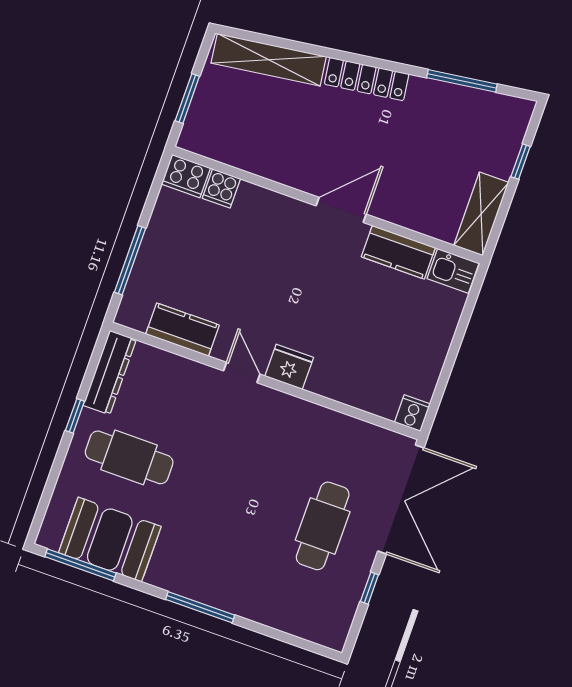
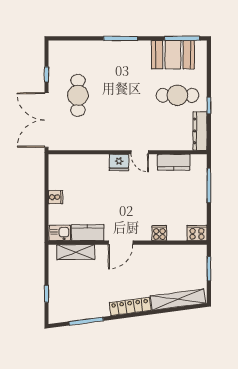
cooker: (221, 188) -> (159, 233), moved
shelving: (481, 214) -> (76, 252), moved, turned 90
cooker: (412, 413) -> (56, 197), moved, turned -90

